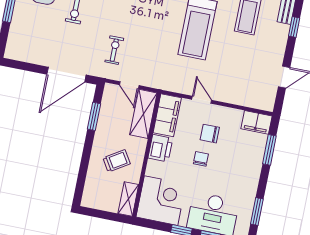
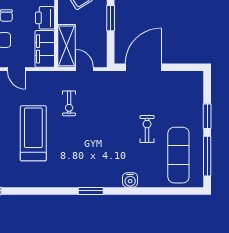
exercise bike: (114, 50) -> (69, 103), moved
window: (94, 116) -> (111, 18), moved

